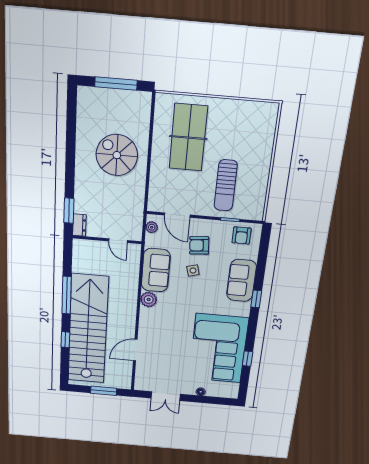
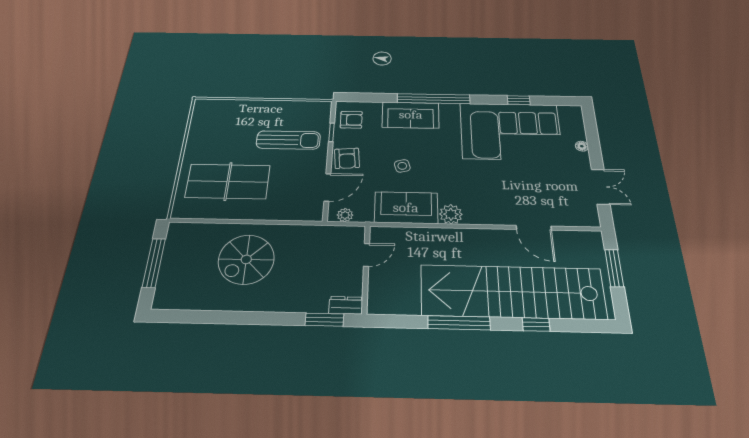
armchair: (199, 245) -> (347, 158), moved
window: (256, 299) -> (434, 99), width x3.17

